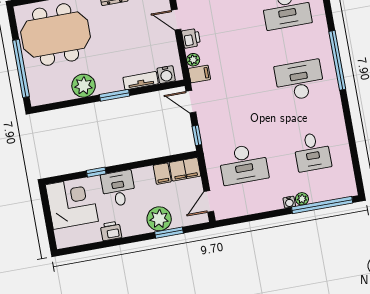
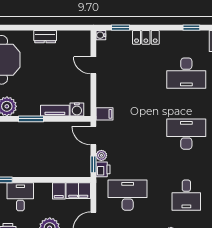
printer: (191, 38) -> (103, 169), moved
plant: (193, 60) -> (101, 155), moved
desk: (244, 164) -> (128, 195), turned 180

